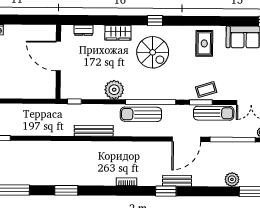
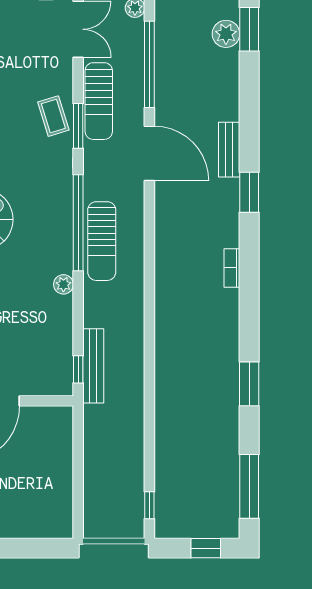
plant: (114, 90) -> (63, 284), width x0.53, depth x0.53
sun lounger: (214, 113) -> (99, 101), turned 180
bench: (94, 131) -> (93, 366), moved
plant: (232, 179) -> (226, 34), moved
bench: (177, 181) -> (229, 150), moved

